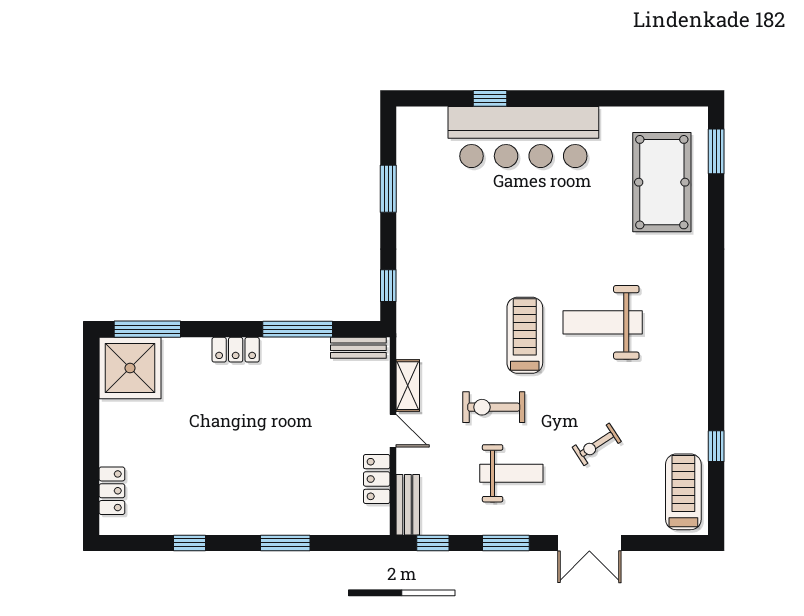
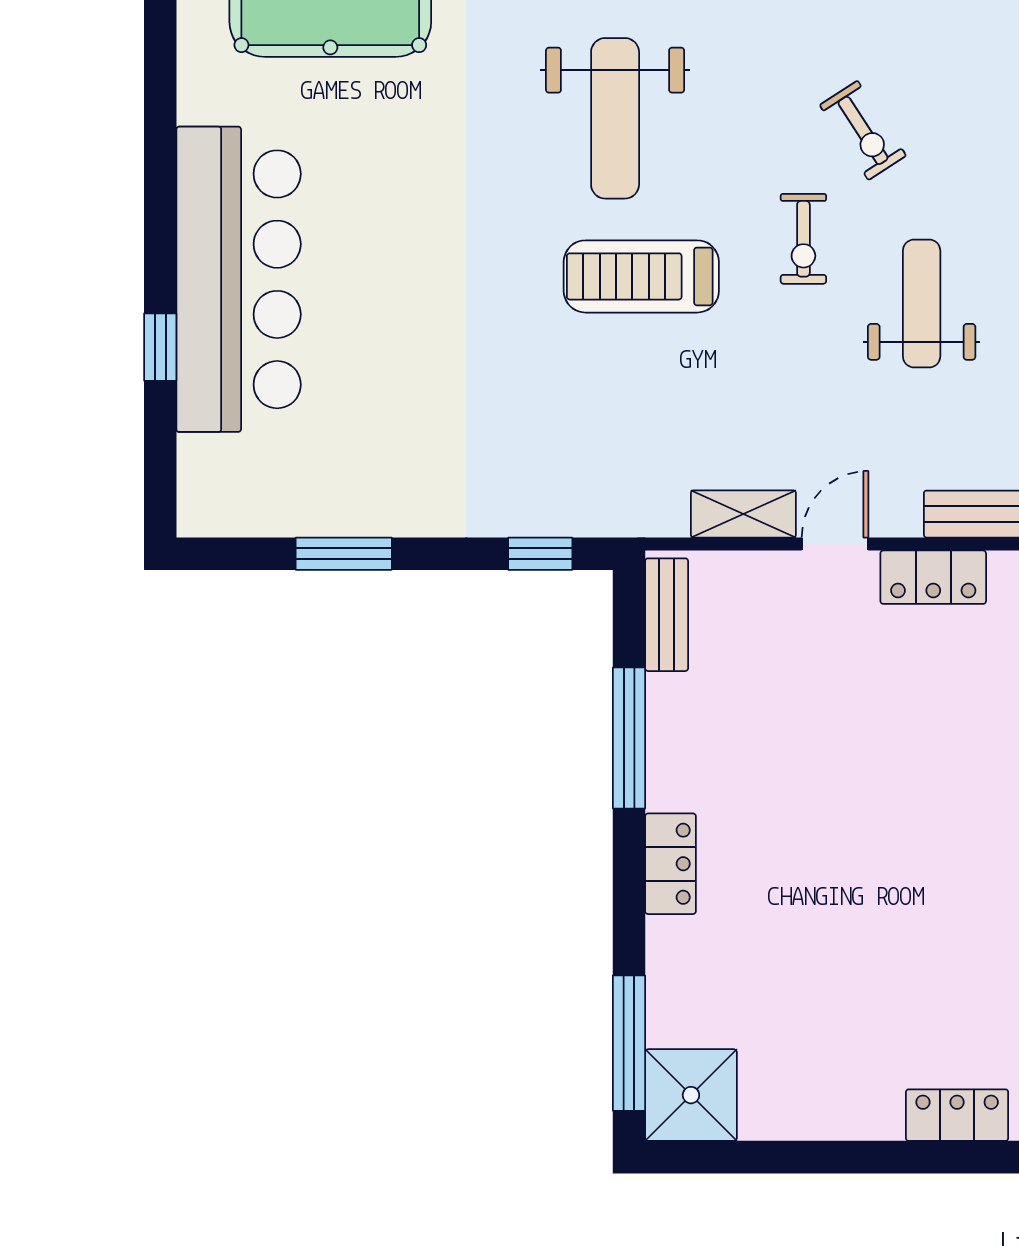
shower: (130, 368) -> (691, 1095), width x0.73, depth x0.73
exercise bike: (494, 407) -> (803, 239), moved, width x0.73, depth x0.72

